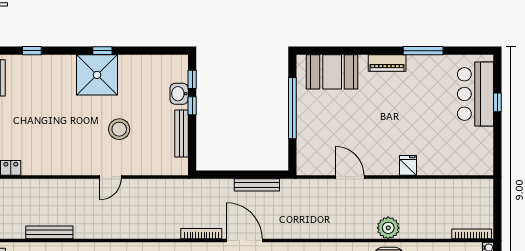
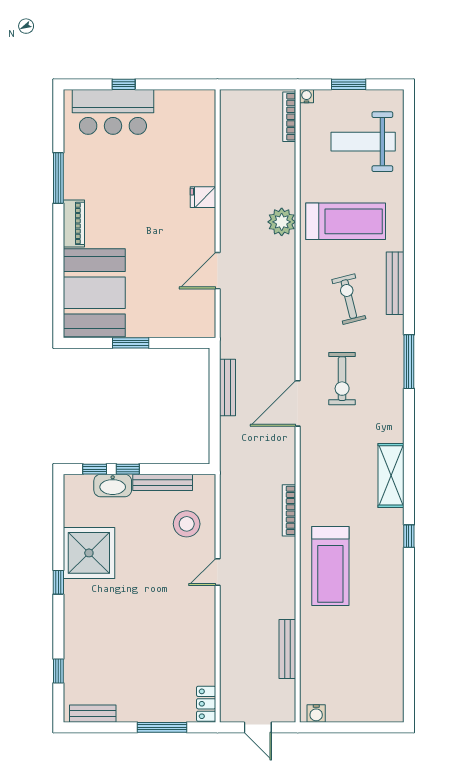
booth: (332, 72) -> (94, 293), width x1.36, depth x1.42
shower: (97, 75) -> (89, 553), moved
washbasin: (179, 94) -> (113, 485), width x1.38
window: (292, 108) -> (131, 343), width x0.47
stool: (119, 129) -> (187, 524), moved
door: (110, 177) -> (218, 572), swing flipped
bookcase: (201, 234) -> (289, 510), moved

